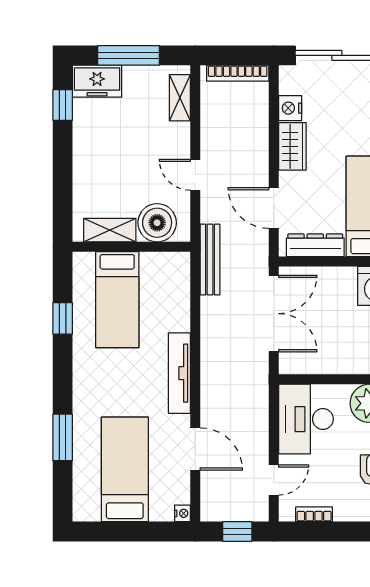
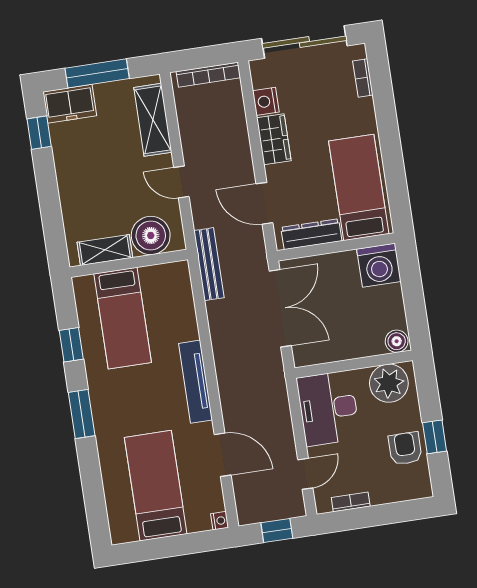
shelving: (180, 98) -> (153, 120), width x1.50, depth x1.33
window: (63, 437) -> (82, 414), moved

